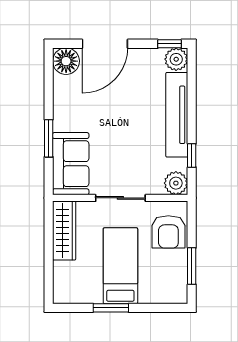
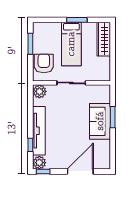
floor lamp: (66, 61) -> (103, 161), removed
window: (192, 155) -> (30, 145), moved
sofa: (71, 164) -> (100, 121), moved
wardrobe: (64, 231) -> (104, 39), moved

